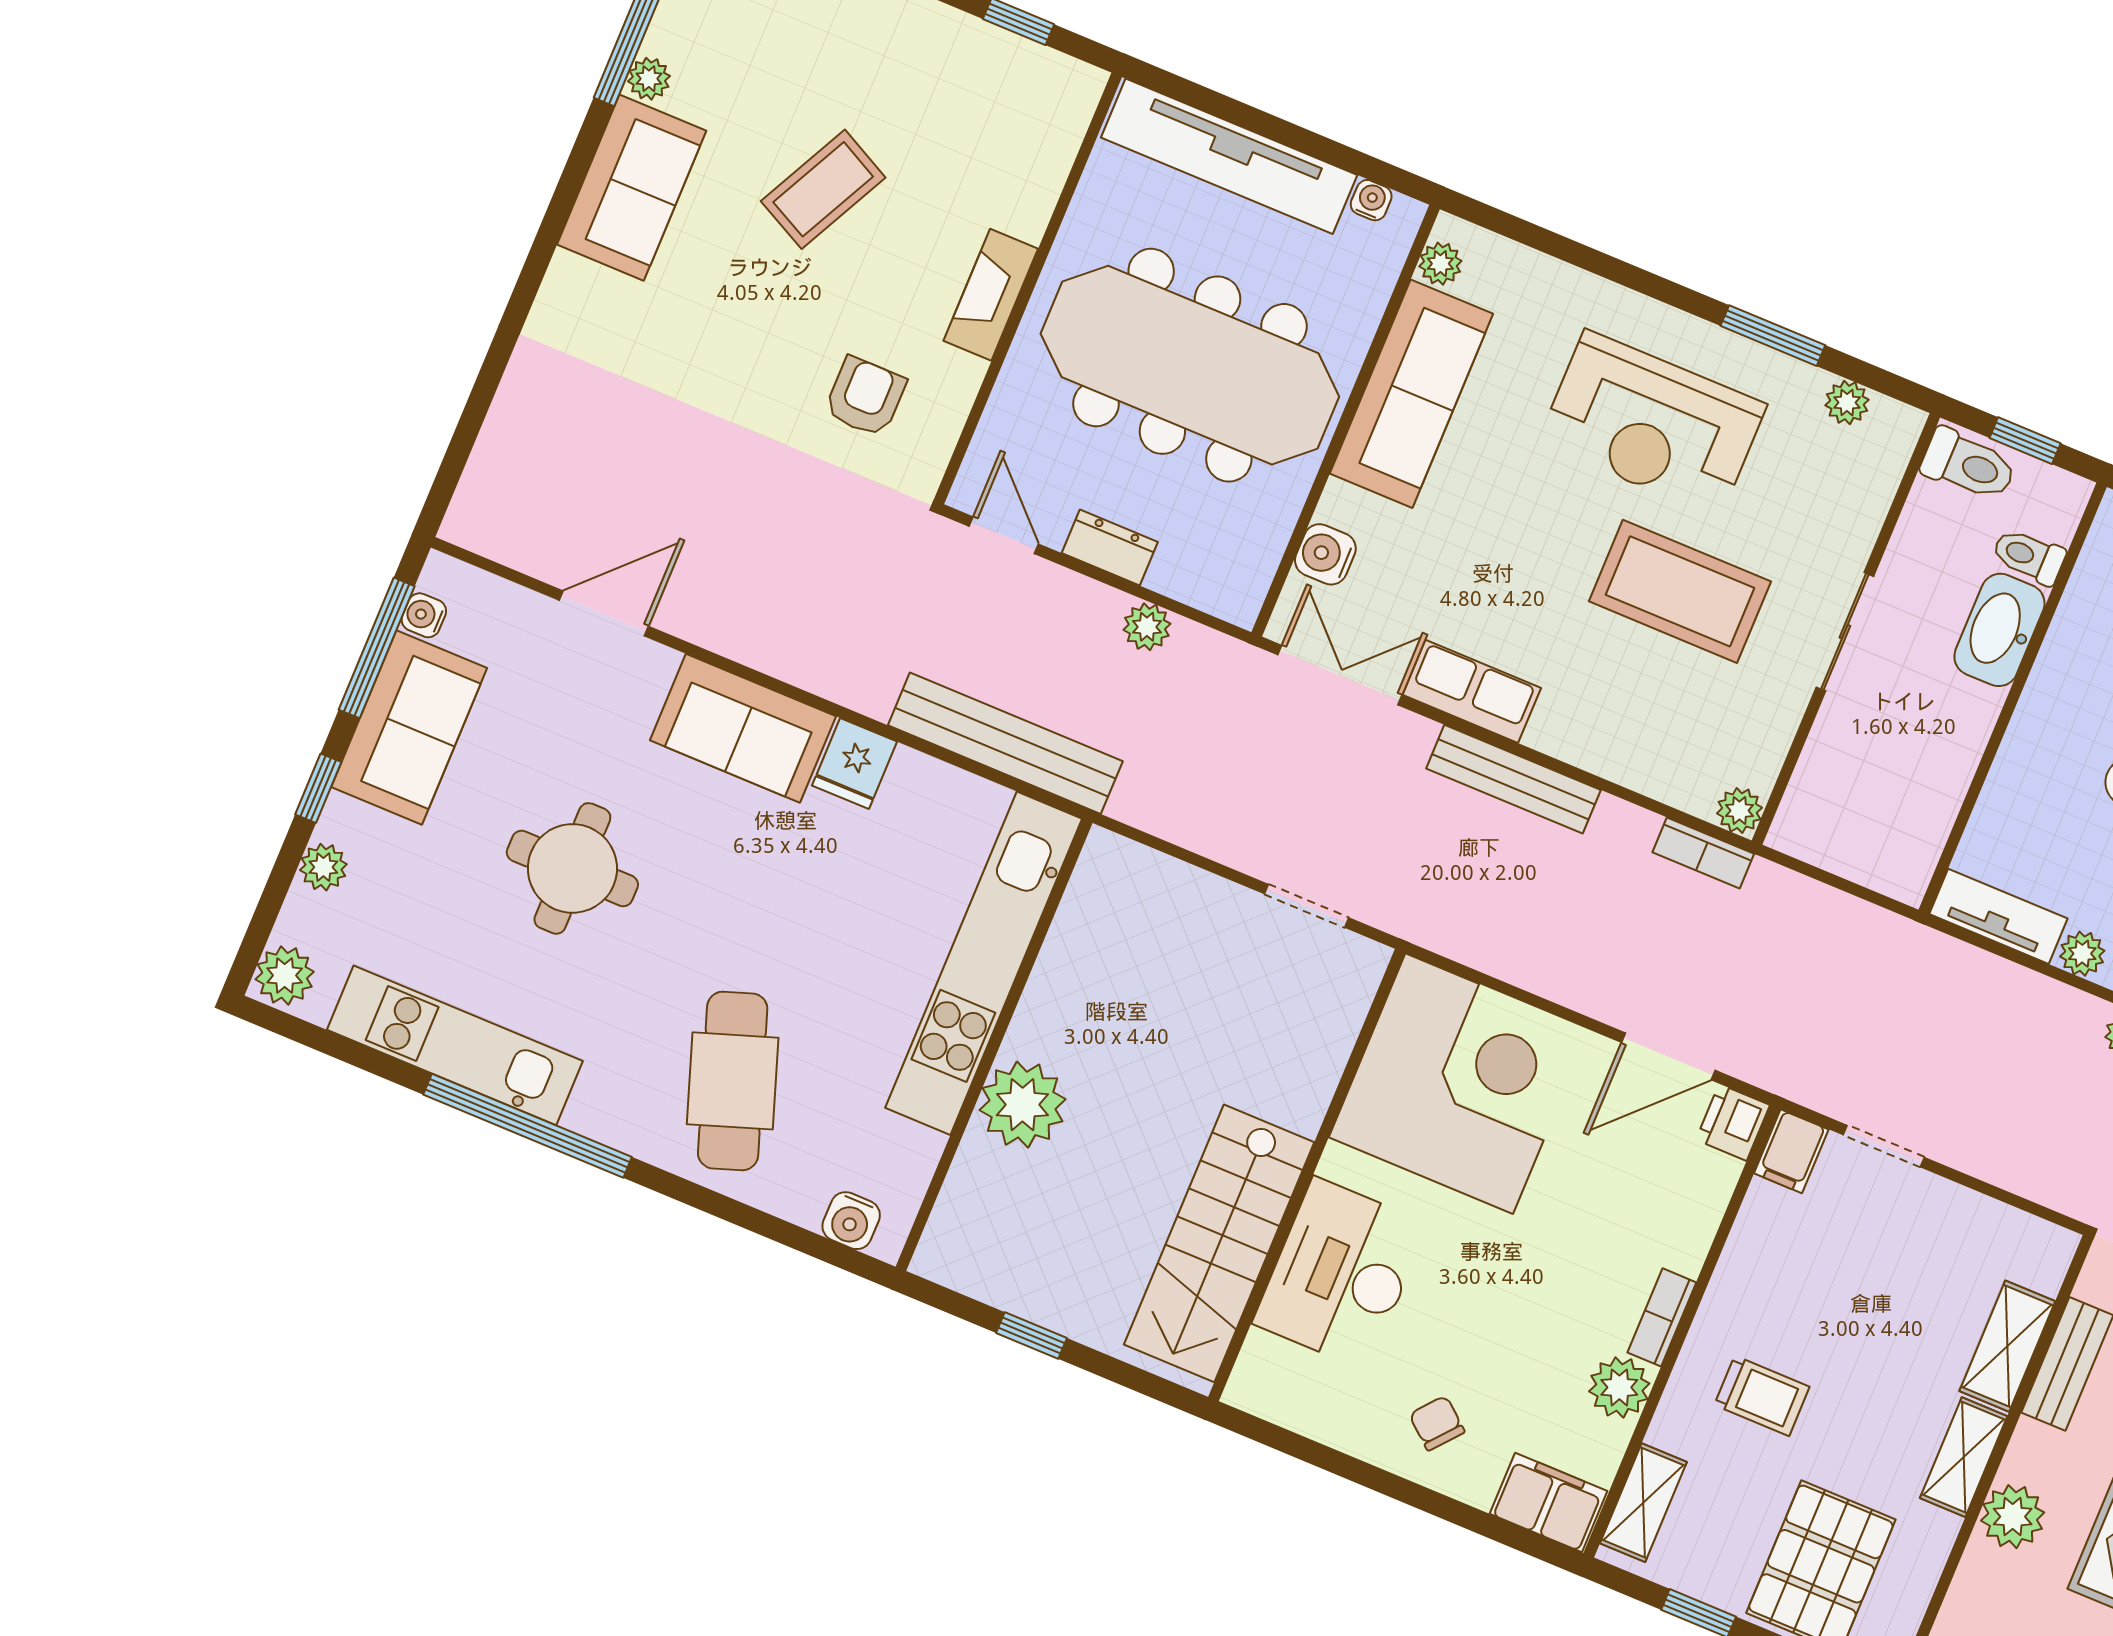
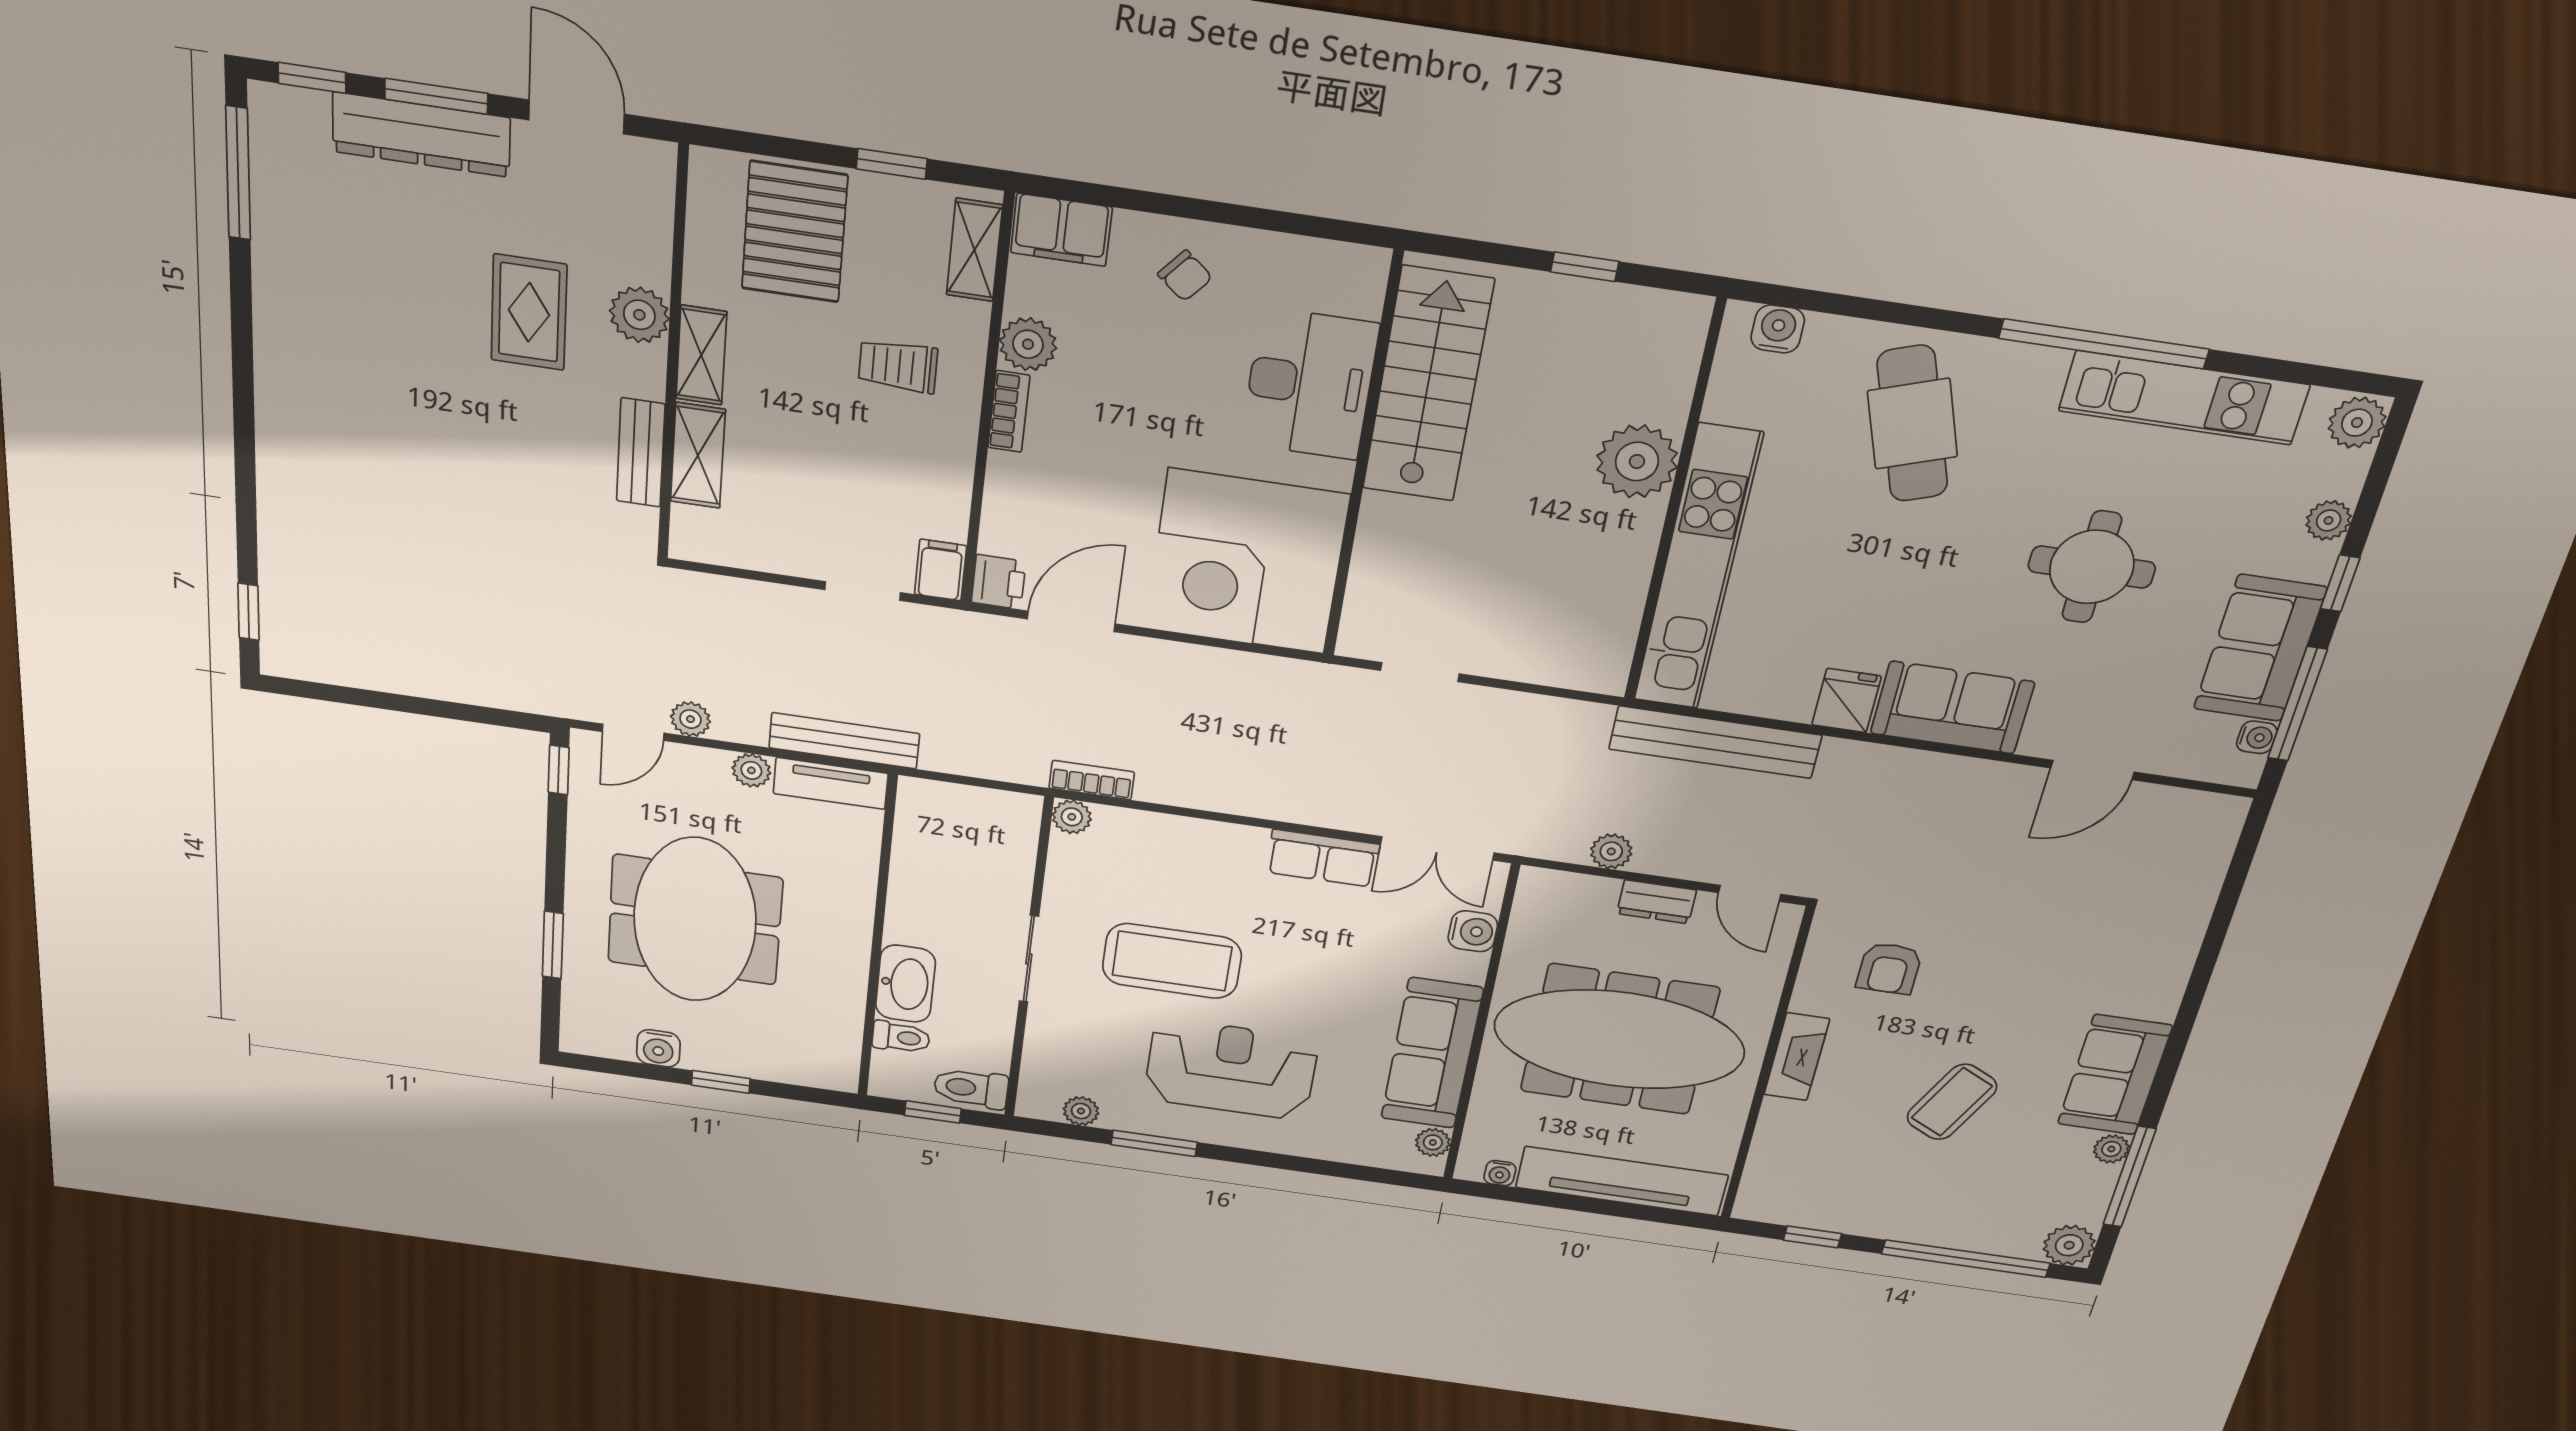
bench: (1513, 779) -> (844, 741), moved

